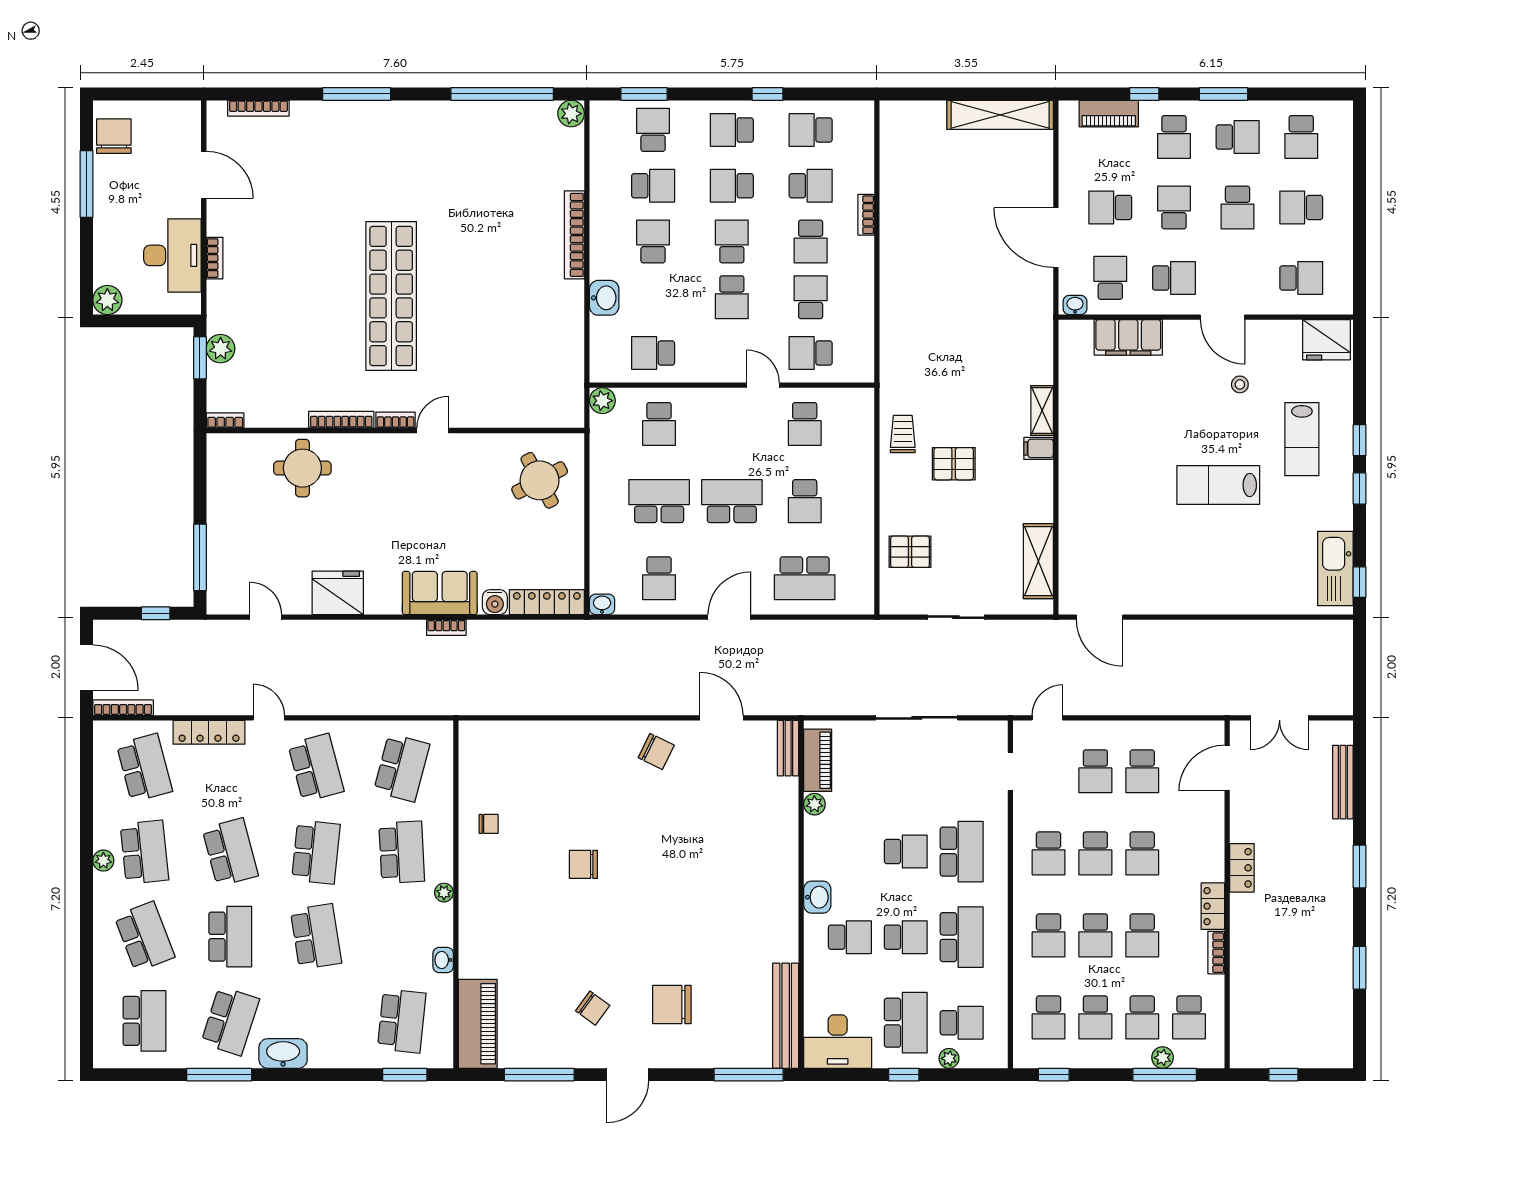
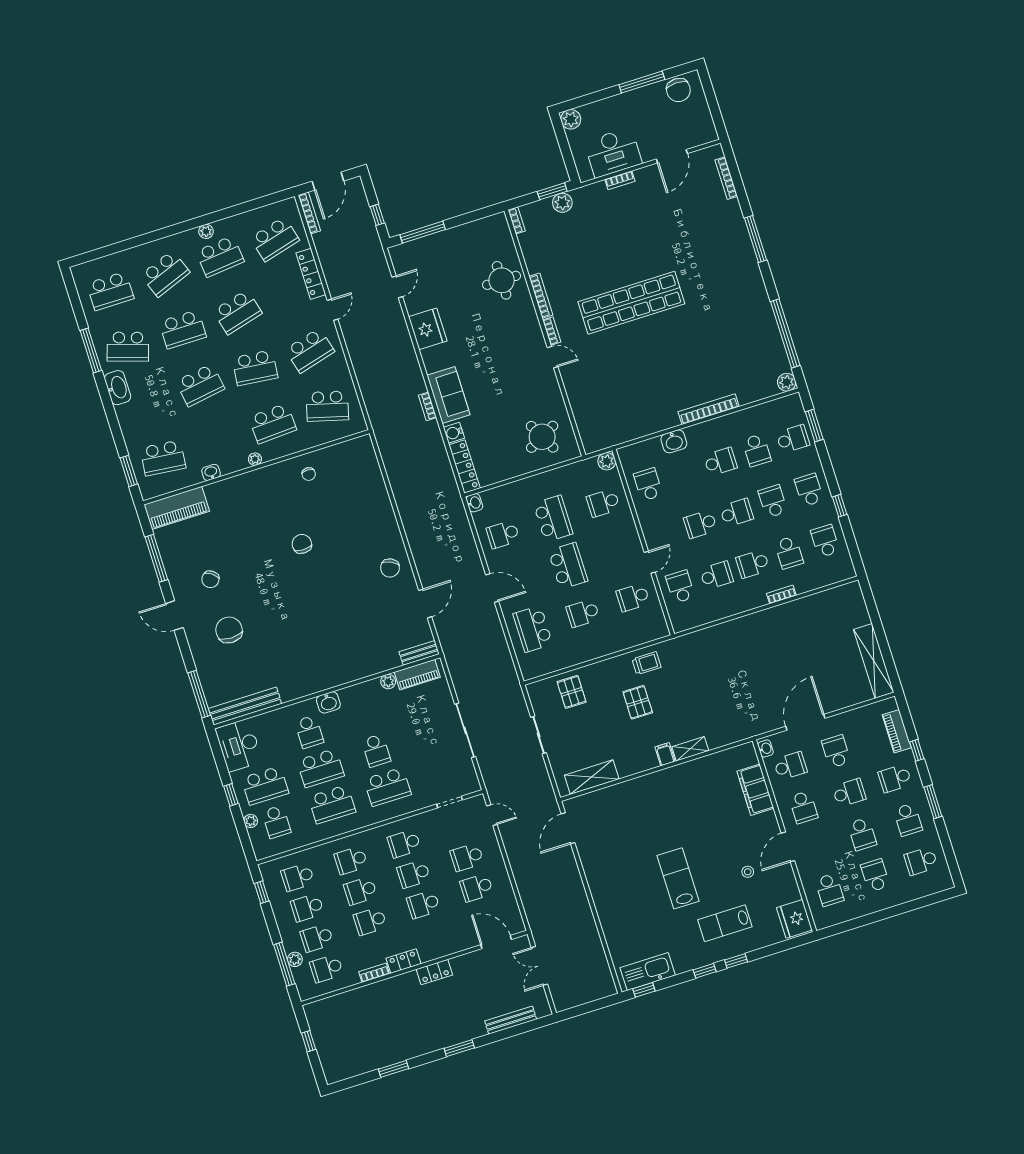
chair: (114, 136) -> (678, 90), turned 90
school desk: (1238, 207) -> (862, 834), turned -90
school desk: (906, 937) -> (321, 768), width x1.85

